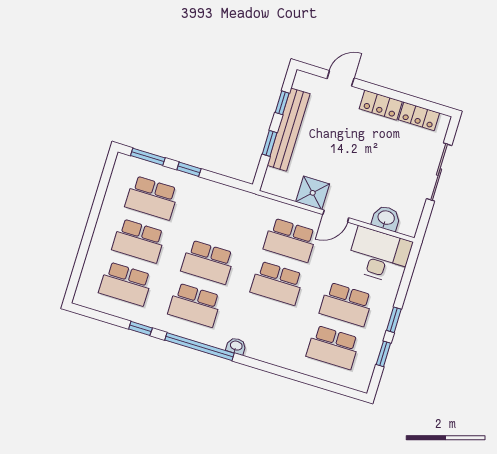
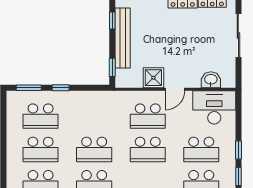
window: (270, 143) -> (112, 67), moved

